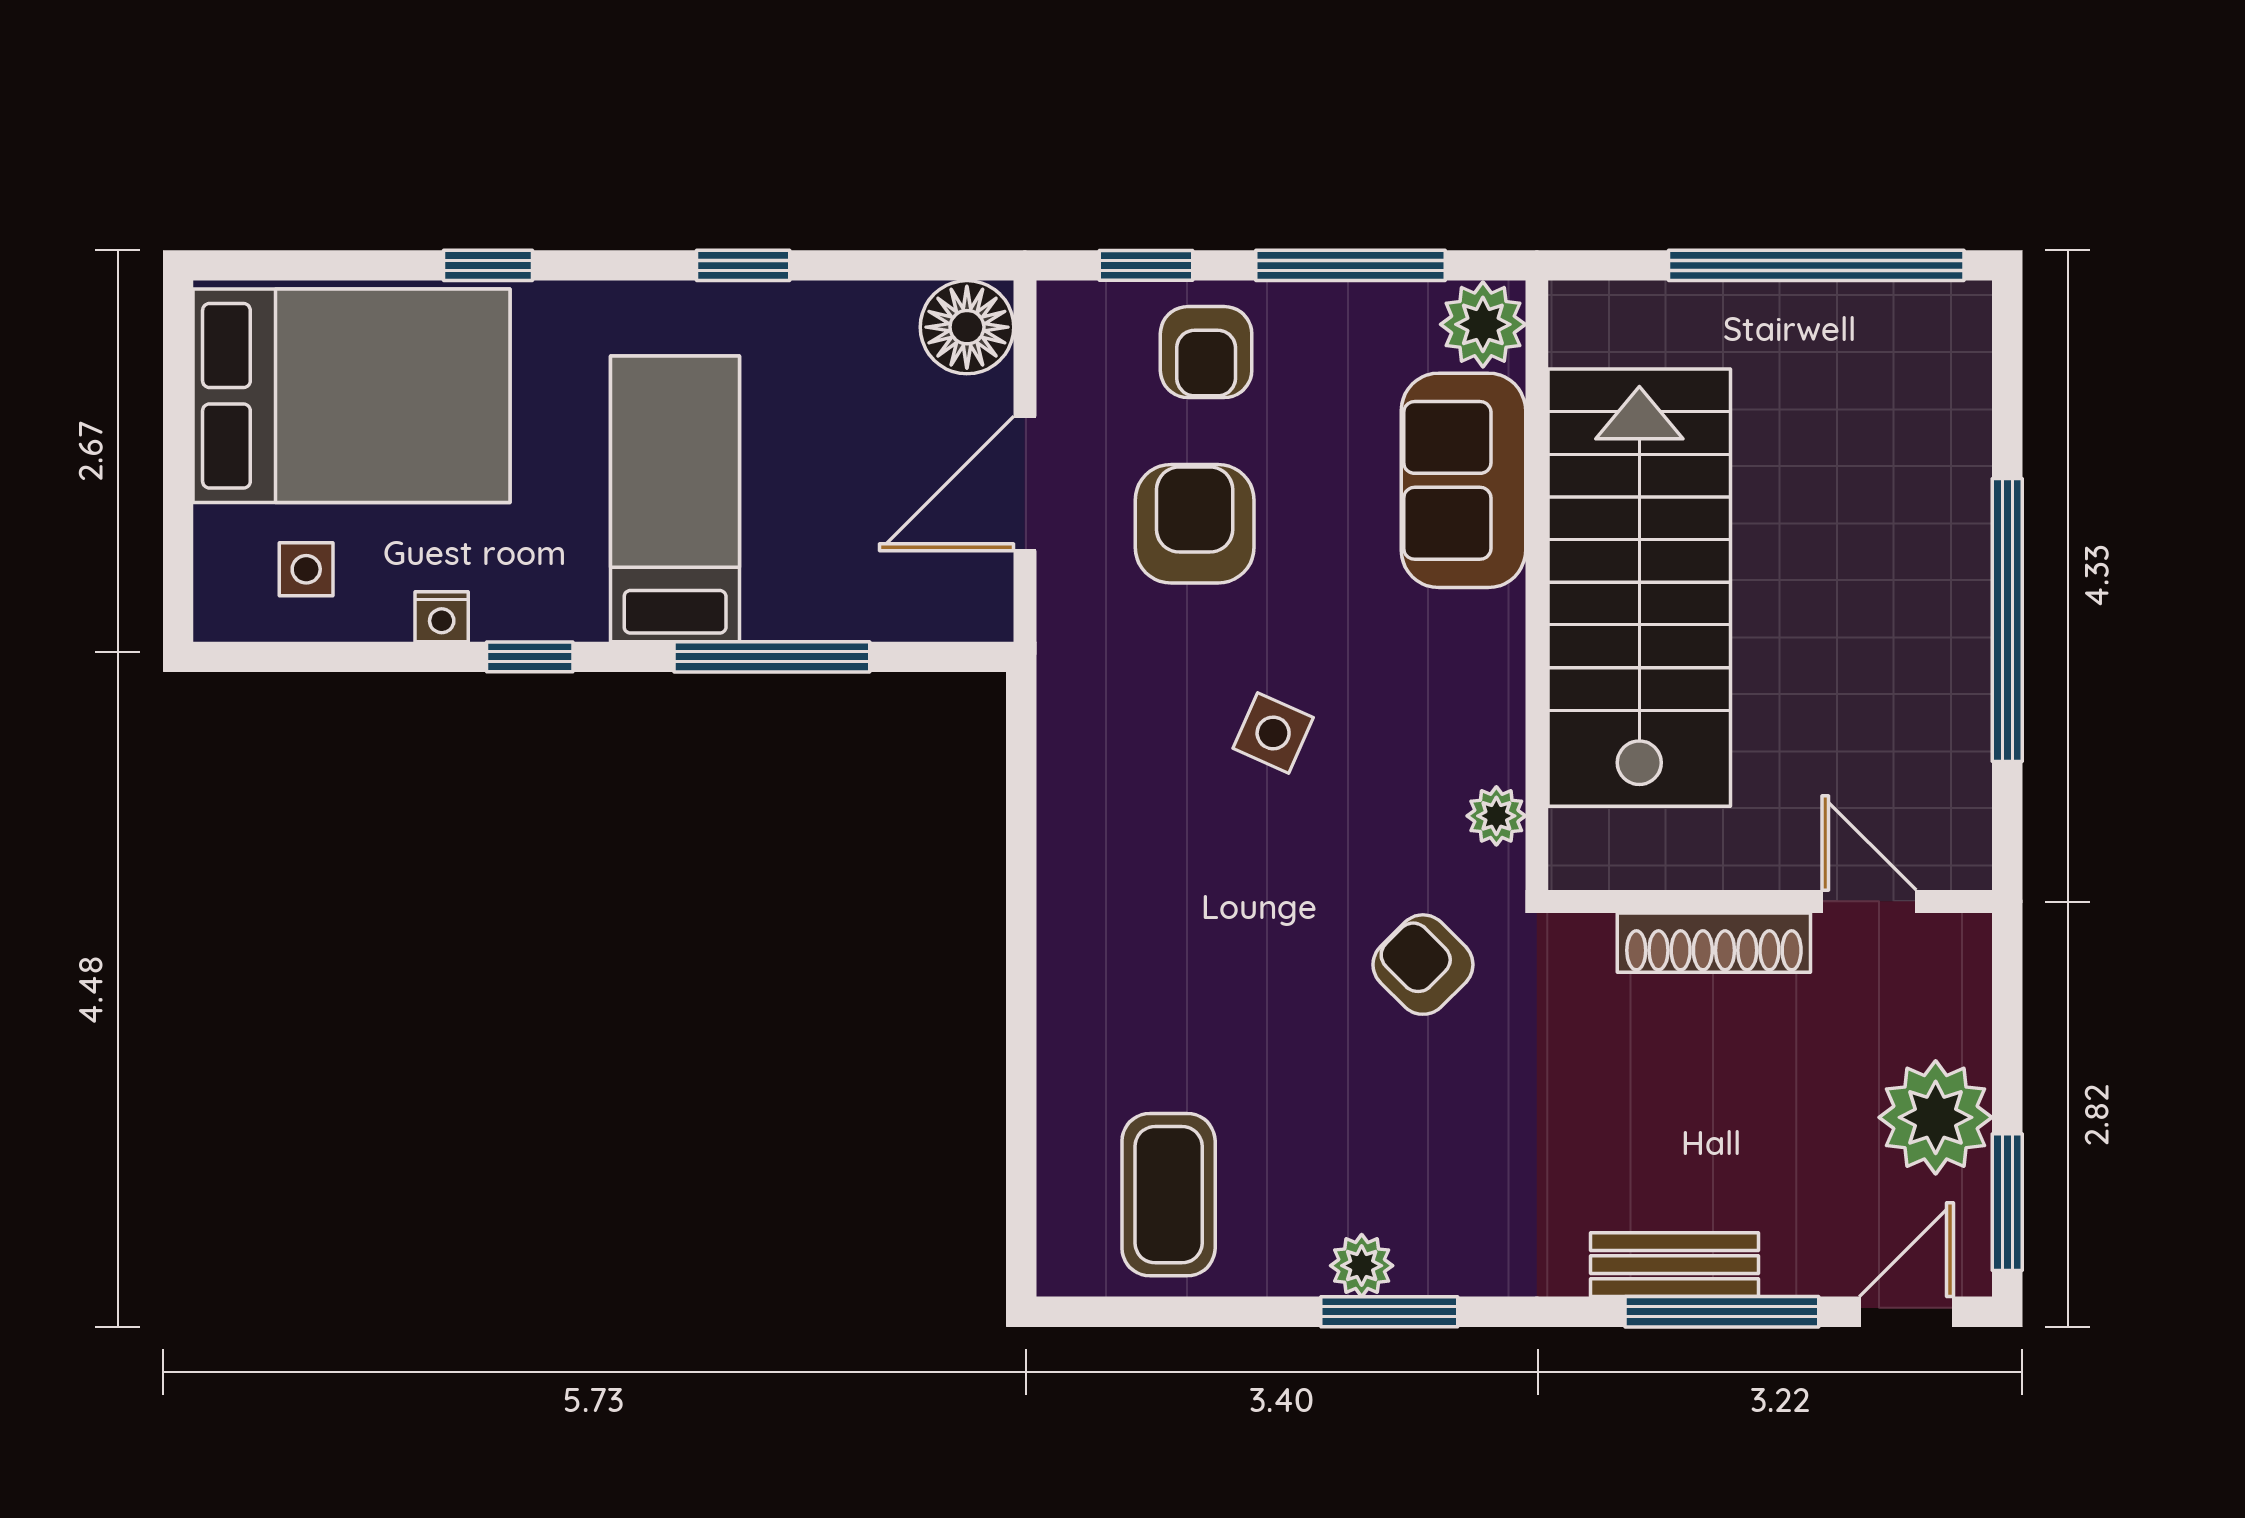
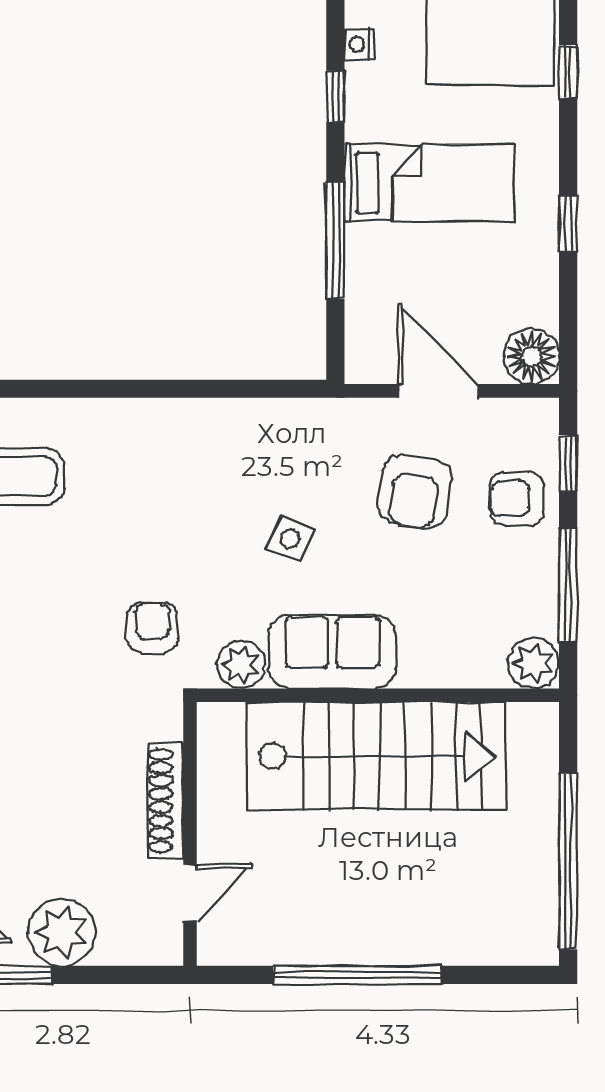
sofa: (1463, 480) -> (332, 652), moved
armchair: (1195, 524) -> (415, 492), turned 99
plant: (1496, 816) -> (241, 665), width x1.38, depth x1.38
armchair: (1423, 965) -> (152, 628), turned -45

